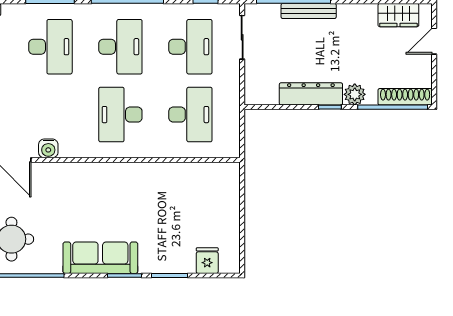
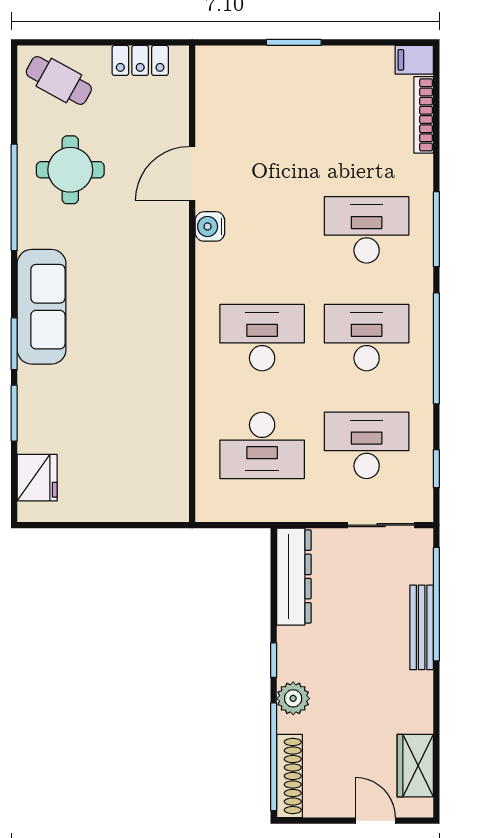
desk: (50, 47) -> (367, 230), turned 180
desk: (120, 47) -> (367, 338), turned 180
desk: (190, 47) -> (367, 445), turned 180
dresser: (311, 94) -> (294, 577), moved
fridge: (207, 261) -> (37, 478), width x1.38

